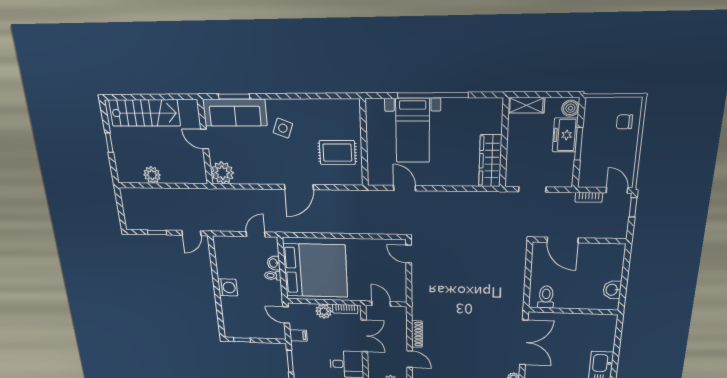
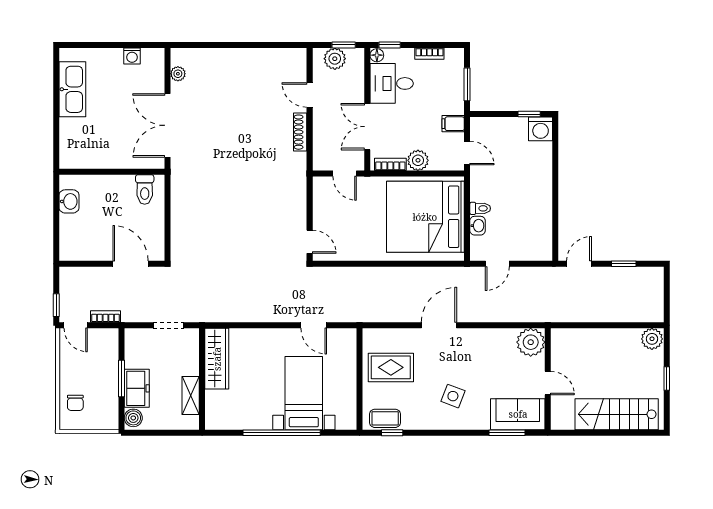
window: (333, 96) -> (392, 433), added
shelving: (526, 105) -> (191, 395), moved, turned 90
coffee table: (340, 109) -> (385, 418), added
sofa: (235, 113) -> (518, 414), width x0.73
chair: (625, 122) -> (75, 403), turned 90
plant: (152, 175) -> (652, 339), moved
washing machine: (228, 287) -> (541, 129), moved, turned -90

